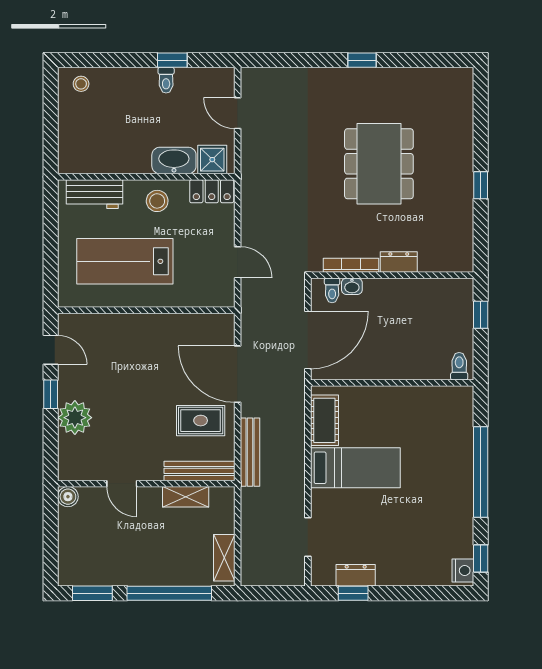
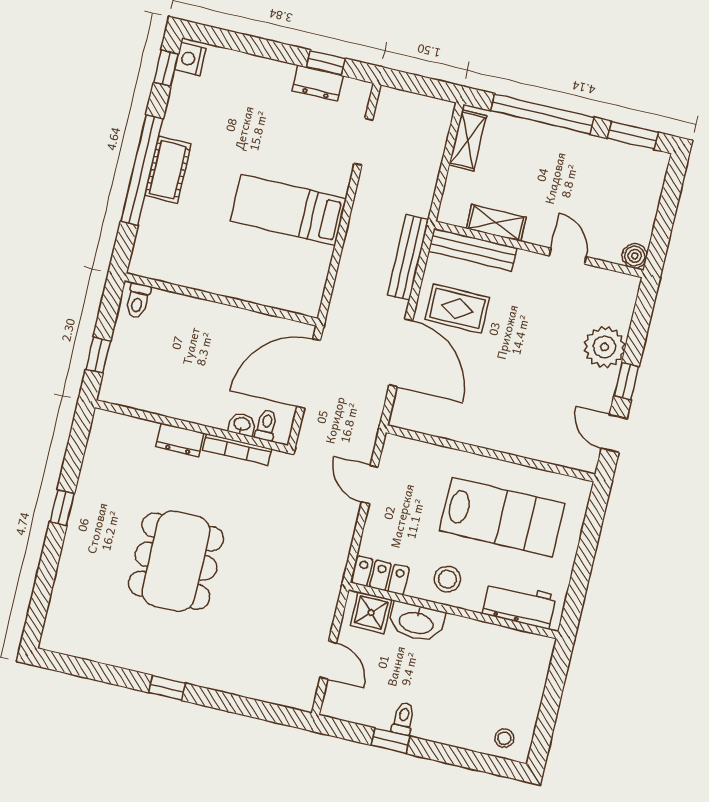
cot: (324, 420) -> (168, 170), moved

